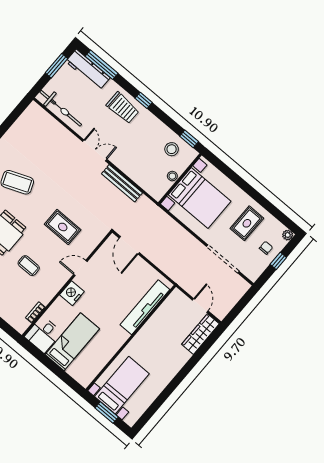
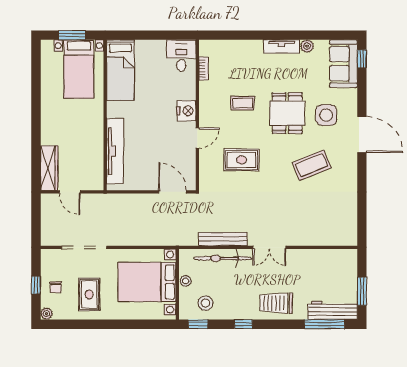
window: (144, 100) -> (243, 324), moved
bicycle: (61, 108) -> (223, 258), moved
bed: (72, 342) -> (120, 70), moved

